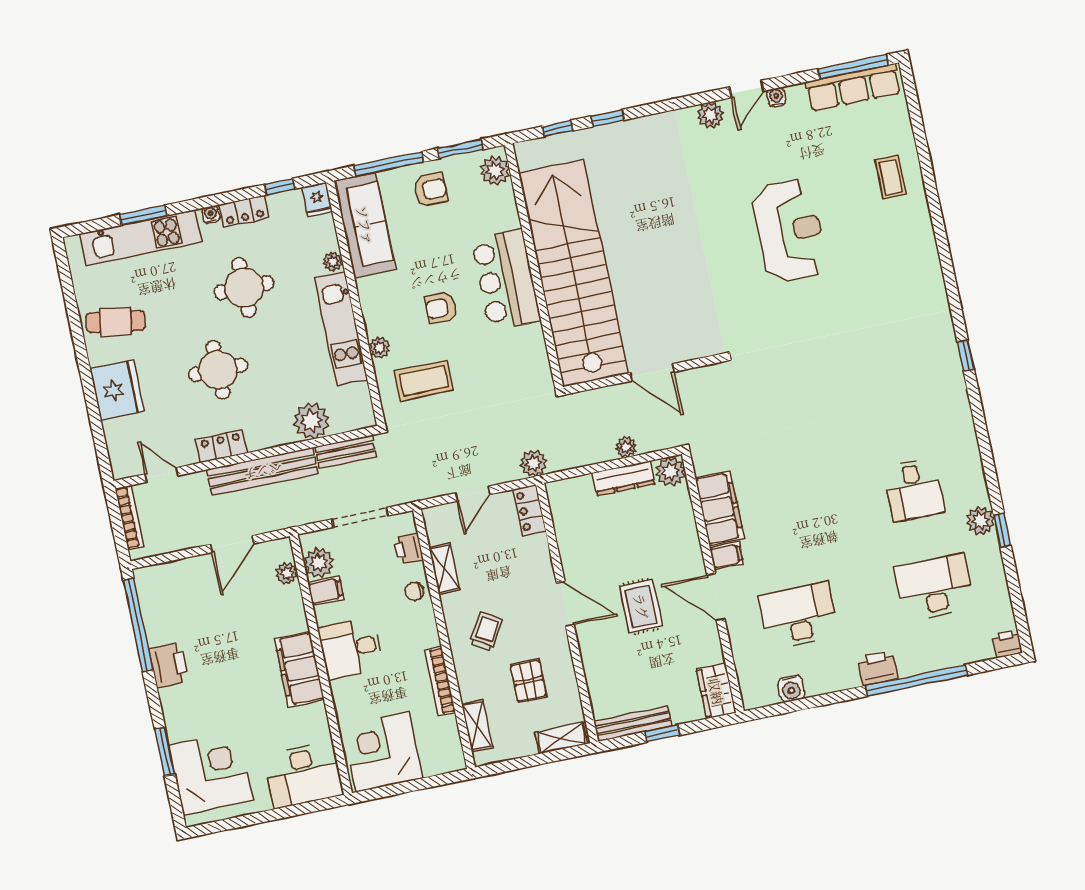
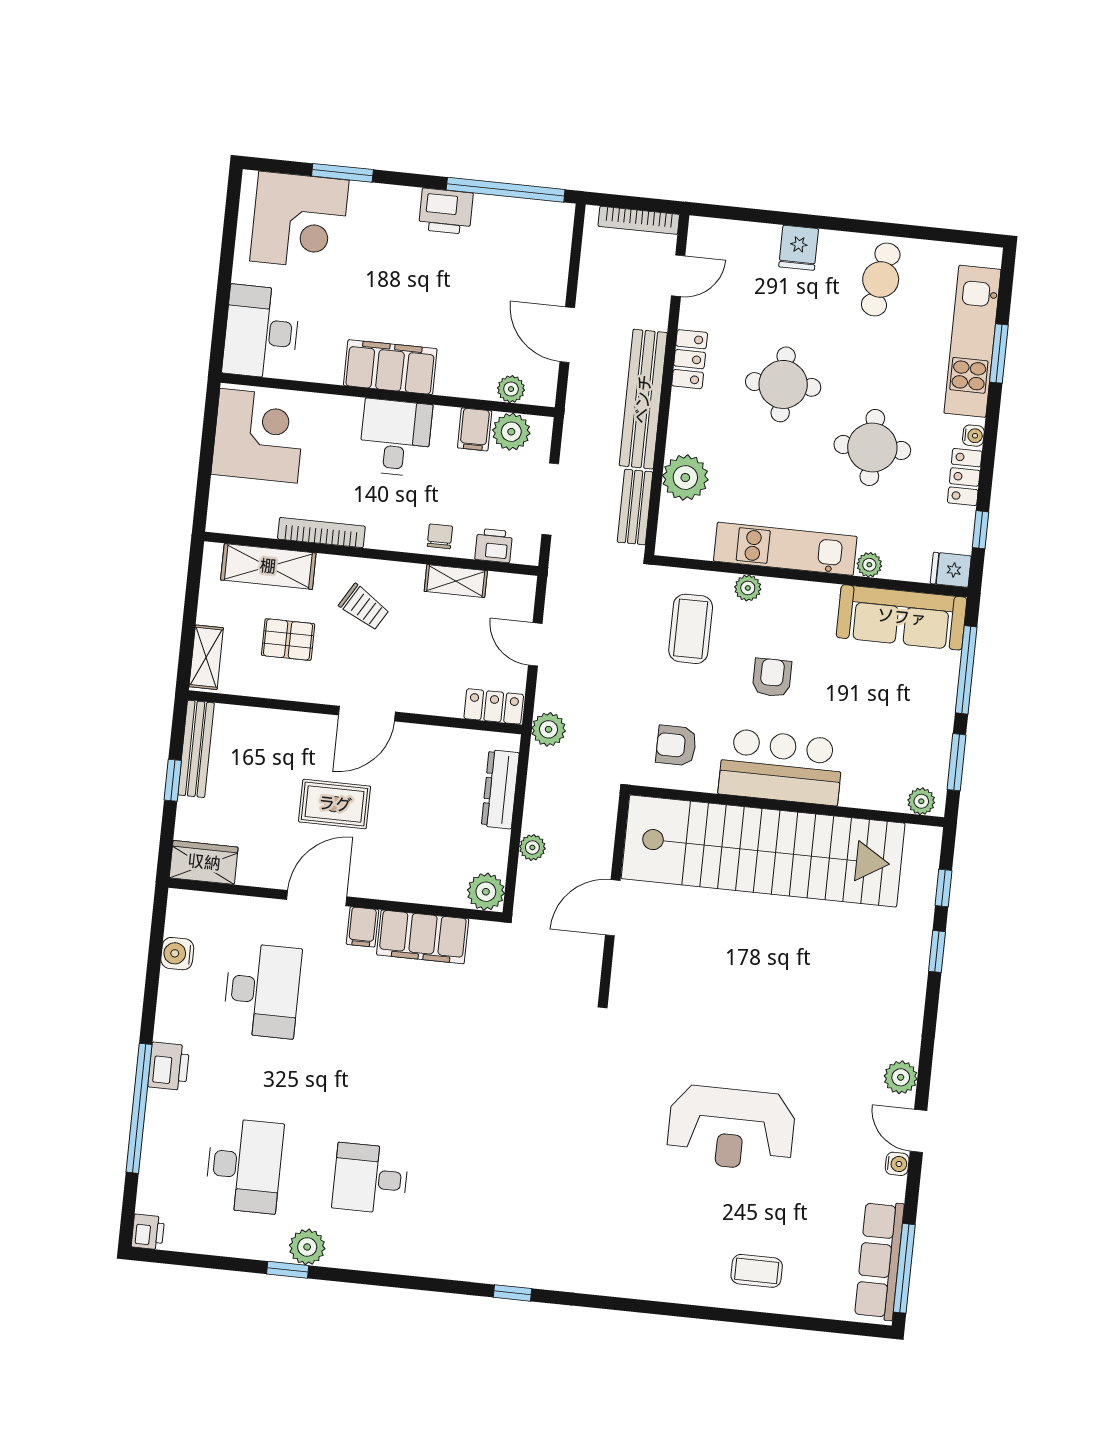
plant: (495, 171) -> (921, 801), width x0.73, depth x0.73
armchair: (430, 190) -> (676, 745), moved, turned 90
fridge: (117, 390) -> (799, 248), width x0.53, depth x0.75
dresser: (624, 478) -> (500, 789), moved
shelving: (477, 726) -> (268, 566), width x1.50, depth x1.33

